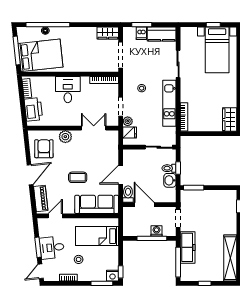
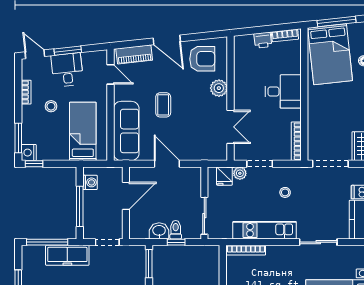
printer: (33, 109) -> (263, 40), width x0.53, depth x0.68
toilet: (128, 194) -> (140, 174), removed
washing machine: (157, 231) -> (90, 182), moved

